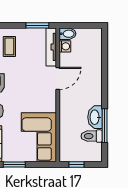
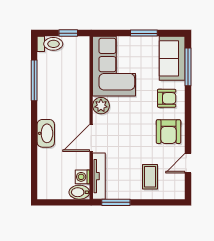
plant: (50, 105) -> (101, 106), added
washbasin: (95, 117) -> (46, 133), moved
toilet: (92, 136) -> (50, 44), moved

